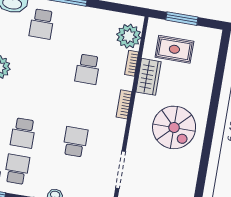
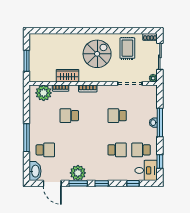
rug: (174, 49) -> (127, 48), moved
school desk: (88, 69) -> (69, 116), turned 180

